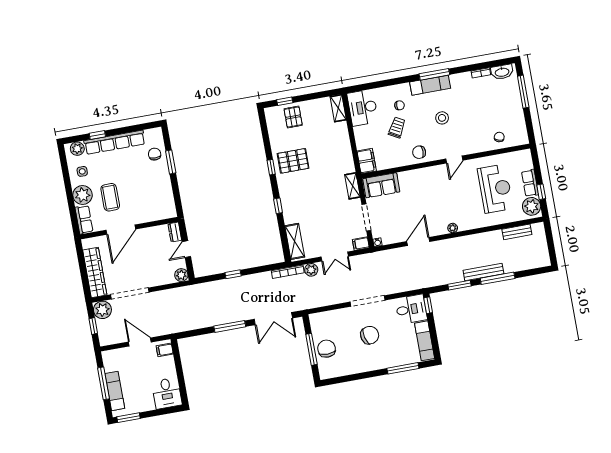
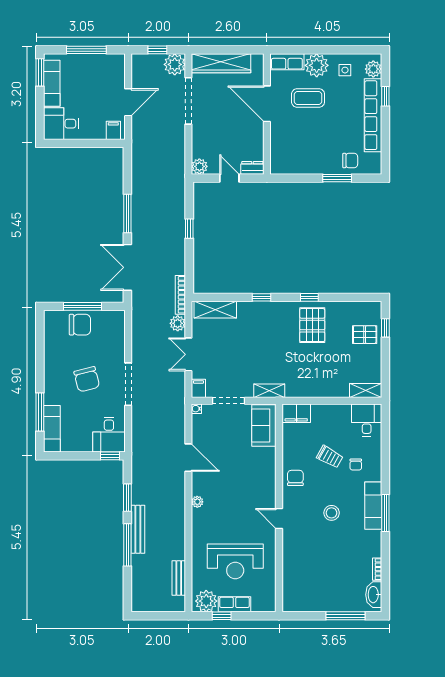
desk: (363, 108) -> (367, 420), width x0.73
chair: (499, 137) -> (296, 577), removed
exam couch: (425, 341) -> (52, 429), moved, turned 90
exam couch: (115, 391) -> (52, 83), moved, turned -90

